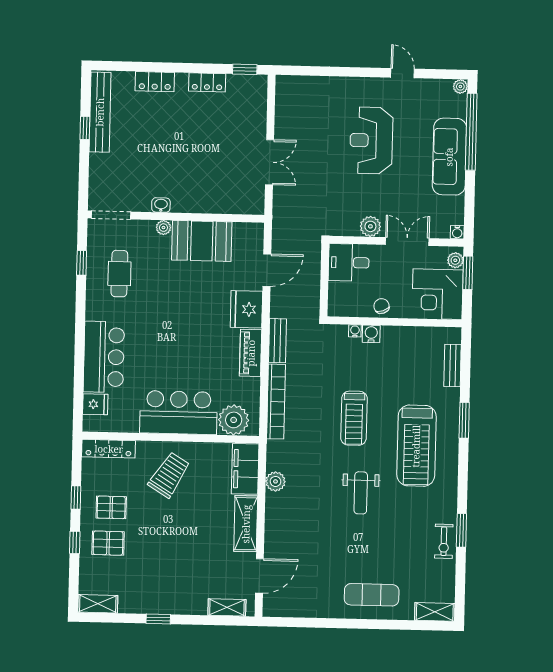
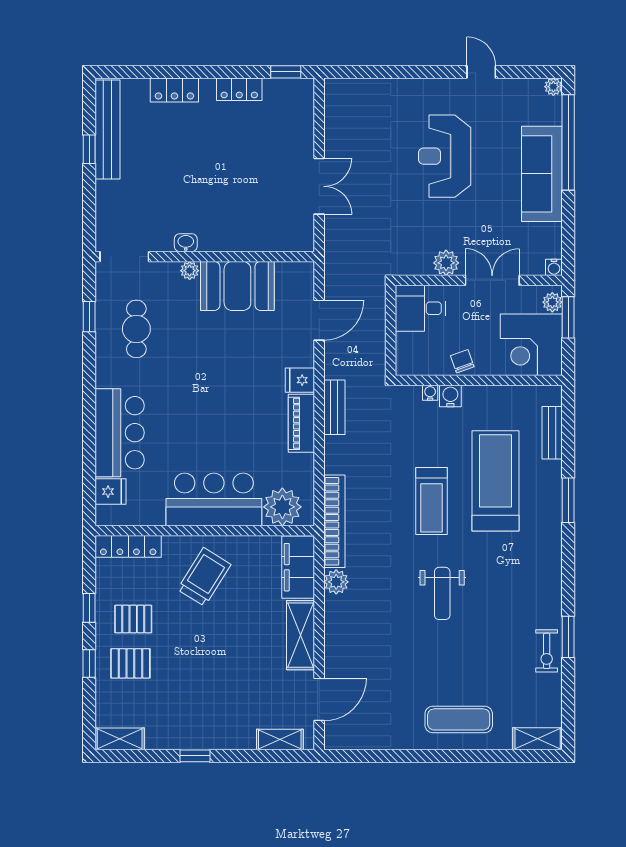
fridge: (246, 309) -> (300, 380), width x0.53, depth x0.75
bookcase: (276, 402) -> (334, 521), moved
treadmill: (416, 446) -> (496, 481), moved, turned 180

